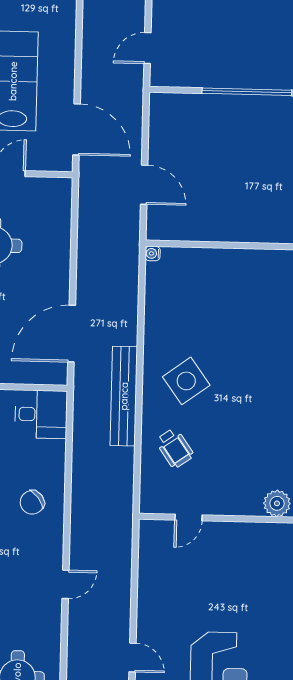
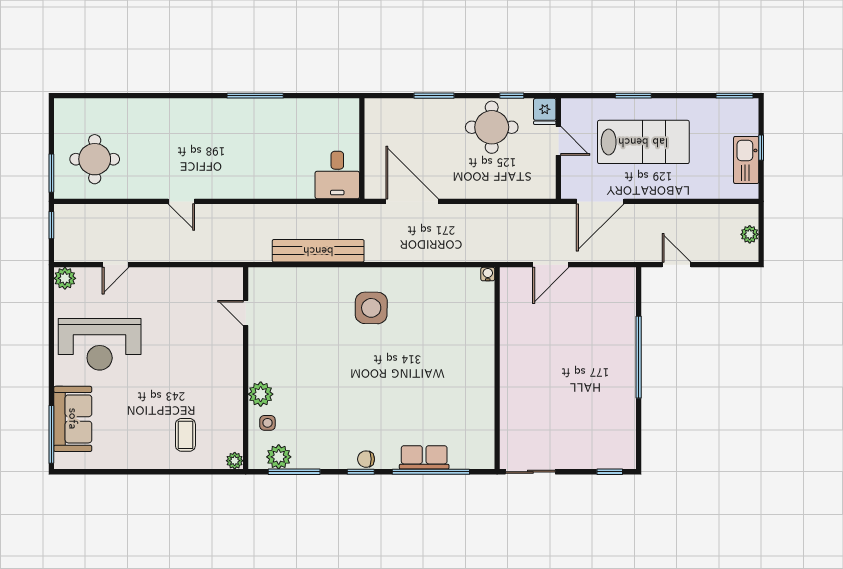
side table: (186, 381) -> (371, 308), turned 37
bench: (124, 396) -> (318, 251), moved
wheelchair: (175, 448) -> (309, 299), removed
chair: (32, 502) -> (256, 169), removed

